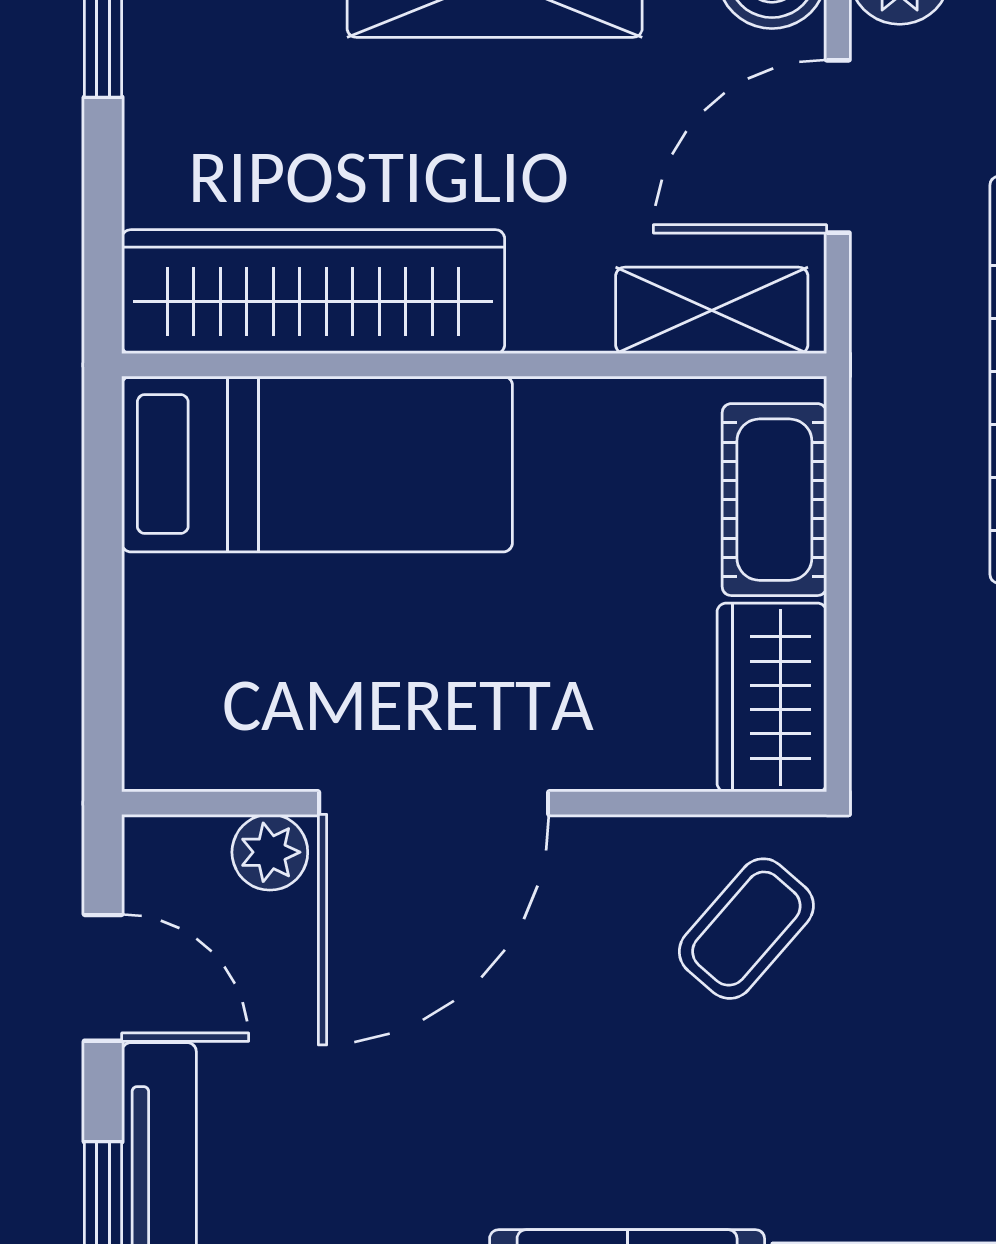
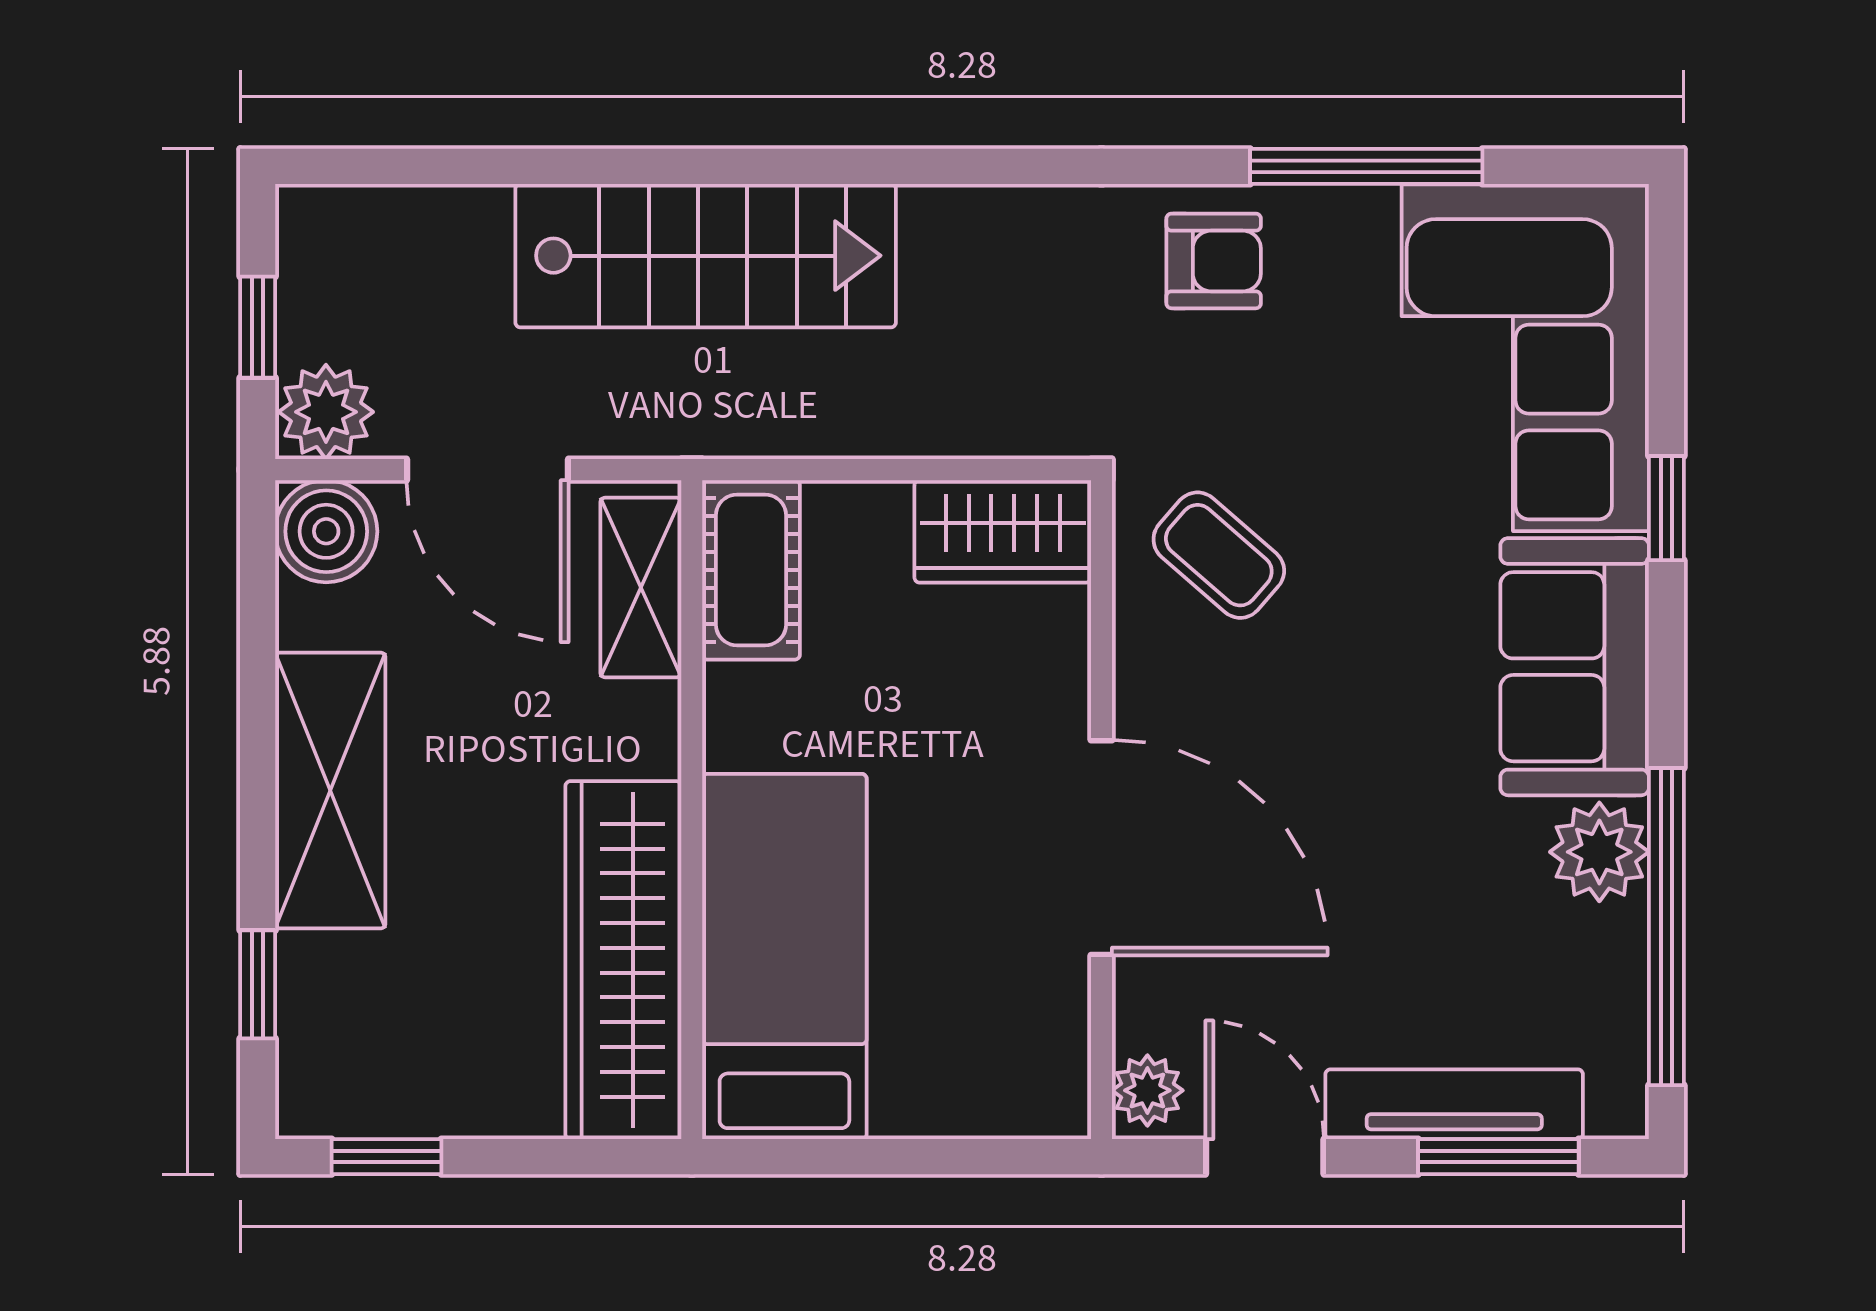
cot: (774, 500) -> (751, 570), moved, turned 90
plant: (270, 852) -> (1147, 1090), moved
door: (103, 978) -> (1265, 1157), hinge flipped

